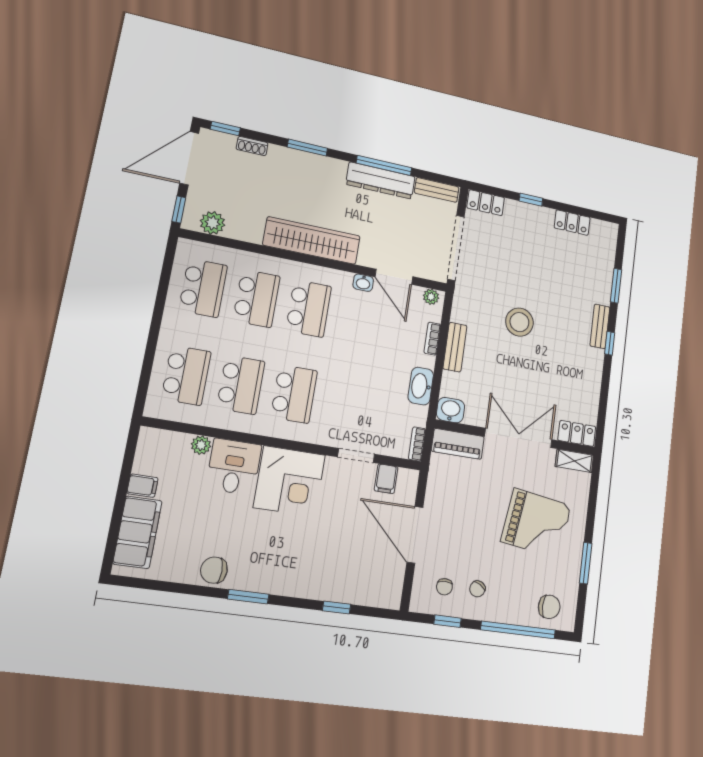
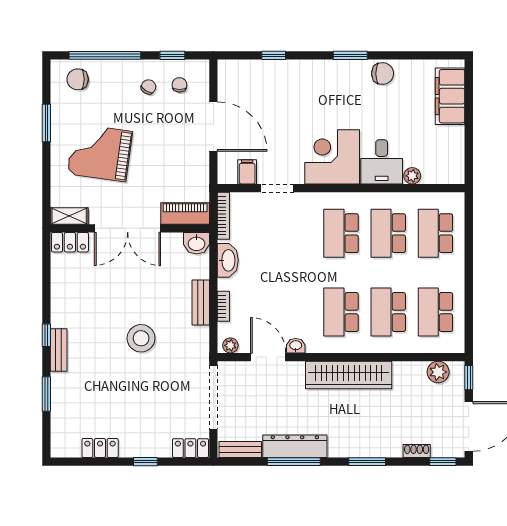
bookcase: (417, 444) -> (223, 216), width x1.56
filing cabinet: (142, 486) -> (453, 135), removed

